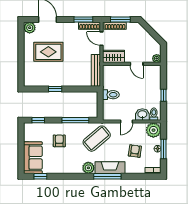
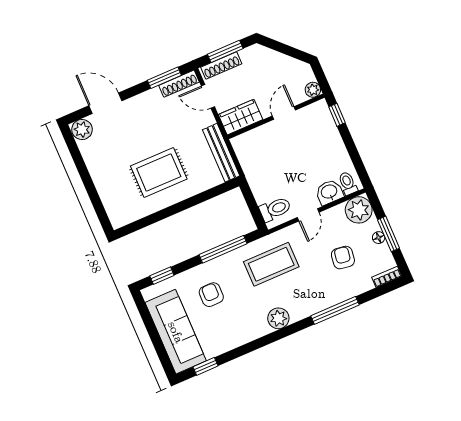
rug: (48, 52) -> (159, 173), moved
door: (137, 64) -> (284, 113), swing flipped
window: (55, 89) -> (168, 212), removed
toilet: (111, 95) -> (275, 209), moved
window: (163, 95) -> (337, 115), moved
coffee table: (97, 139) -> (271, 264), turned 40
sofa: (33, 158) -> (176, 332), width x1.36
fireplace: (110, 168) -> (314, 303), removed
window: (107, 176) -> (335, 310), moved

